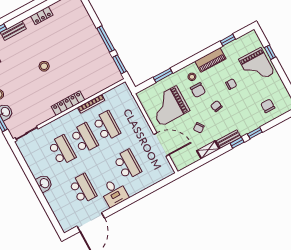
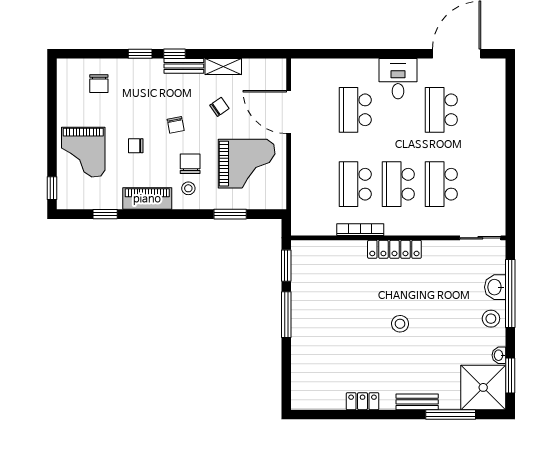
window: (270, 52) -> (52, 188), moved
grand piano: (257, 66) -> (83, 152), turned 180
washbasin: (44, 183) -> (495, 149), removed

